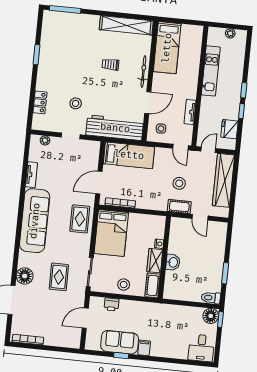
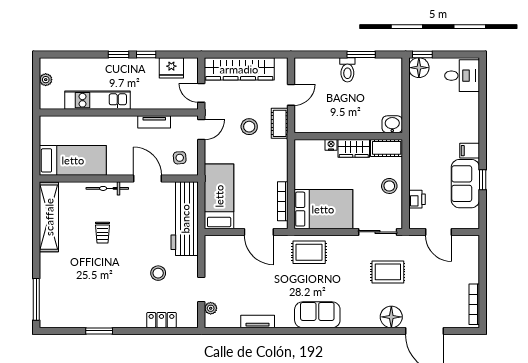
doorway: (71, 136) -> (201, 289), moved
sofa: (35, 221) -> (317, 315), width x0.54, depth x0.79
washbasin: (173, 262) -> (392, 124), moved
toilet: (211, 298) -> (347, 70), moved

